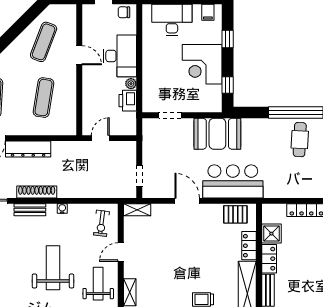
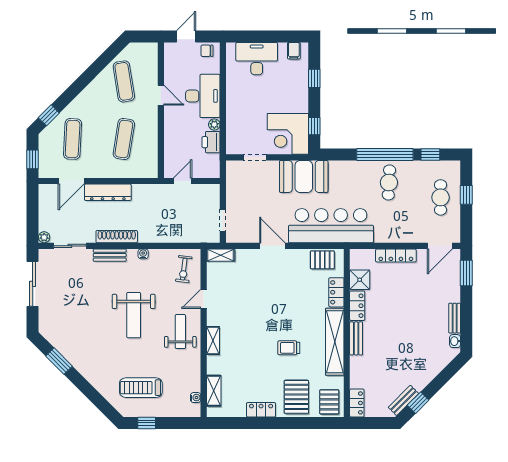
exercise mat: (44, 42) -> (124, 81), turned -30
corner desk: (202, 64) -> (288, 134), moved
bar counter: (233, 181) -> (331, 226), width x1.36
weight bench: (53, 268) -> (134, 315), turned 180

